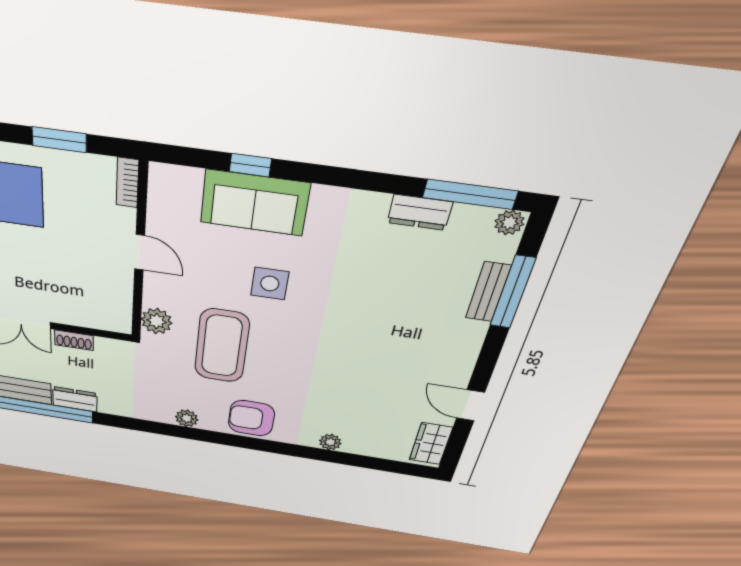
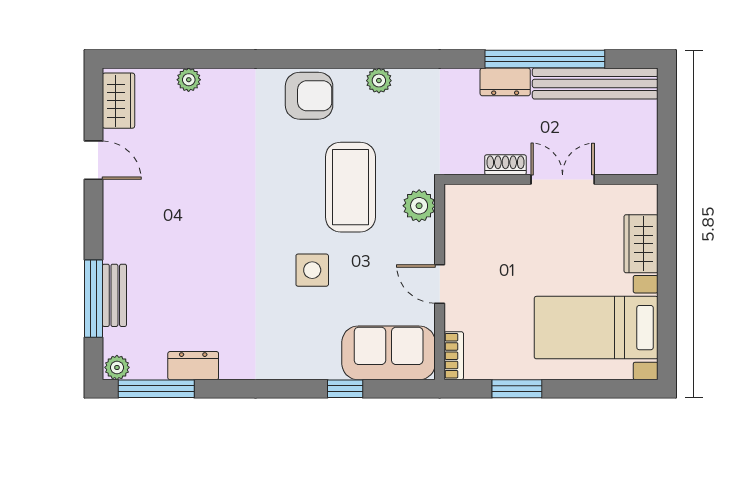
sofa: (254, 203) -> (389, 353), moved
plant: (330, 442) -> (189, 80), moved

